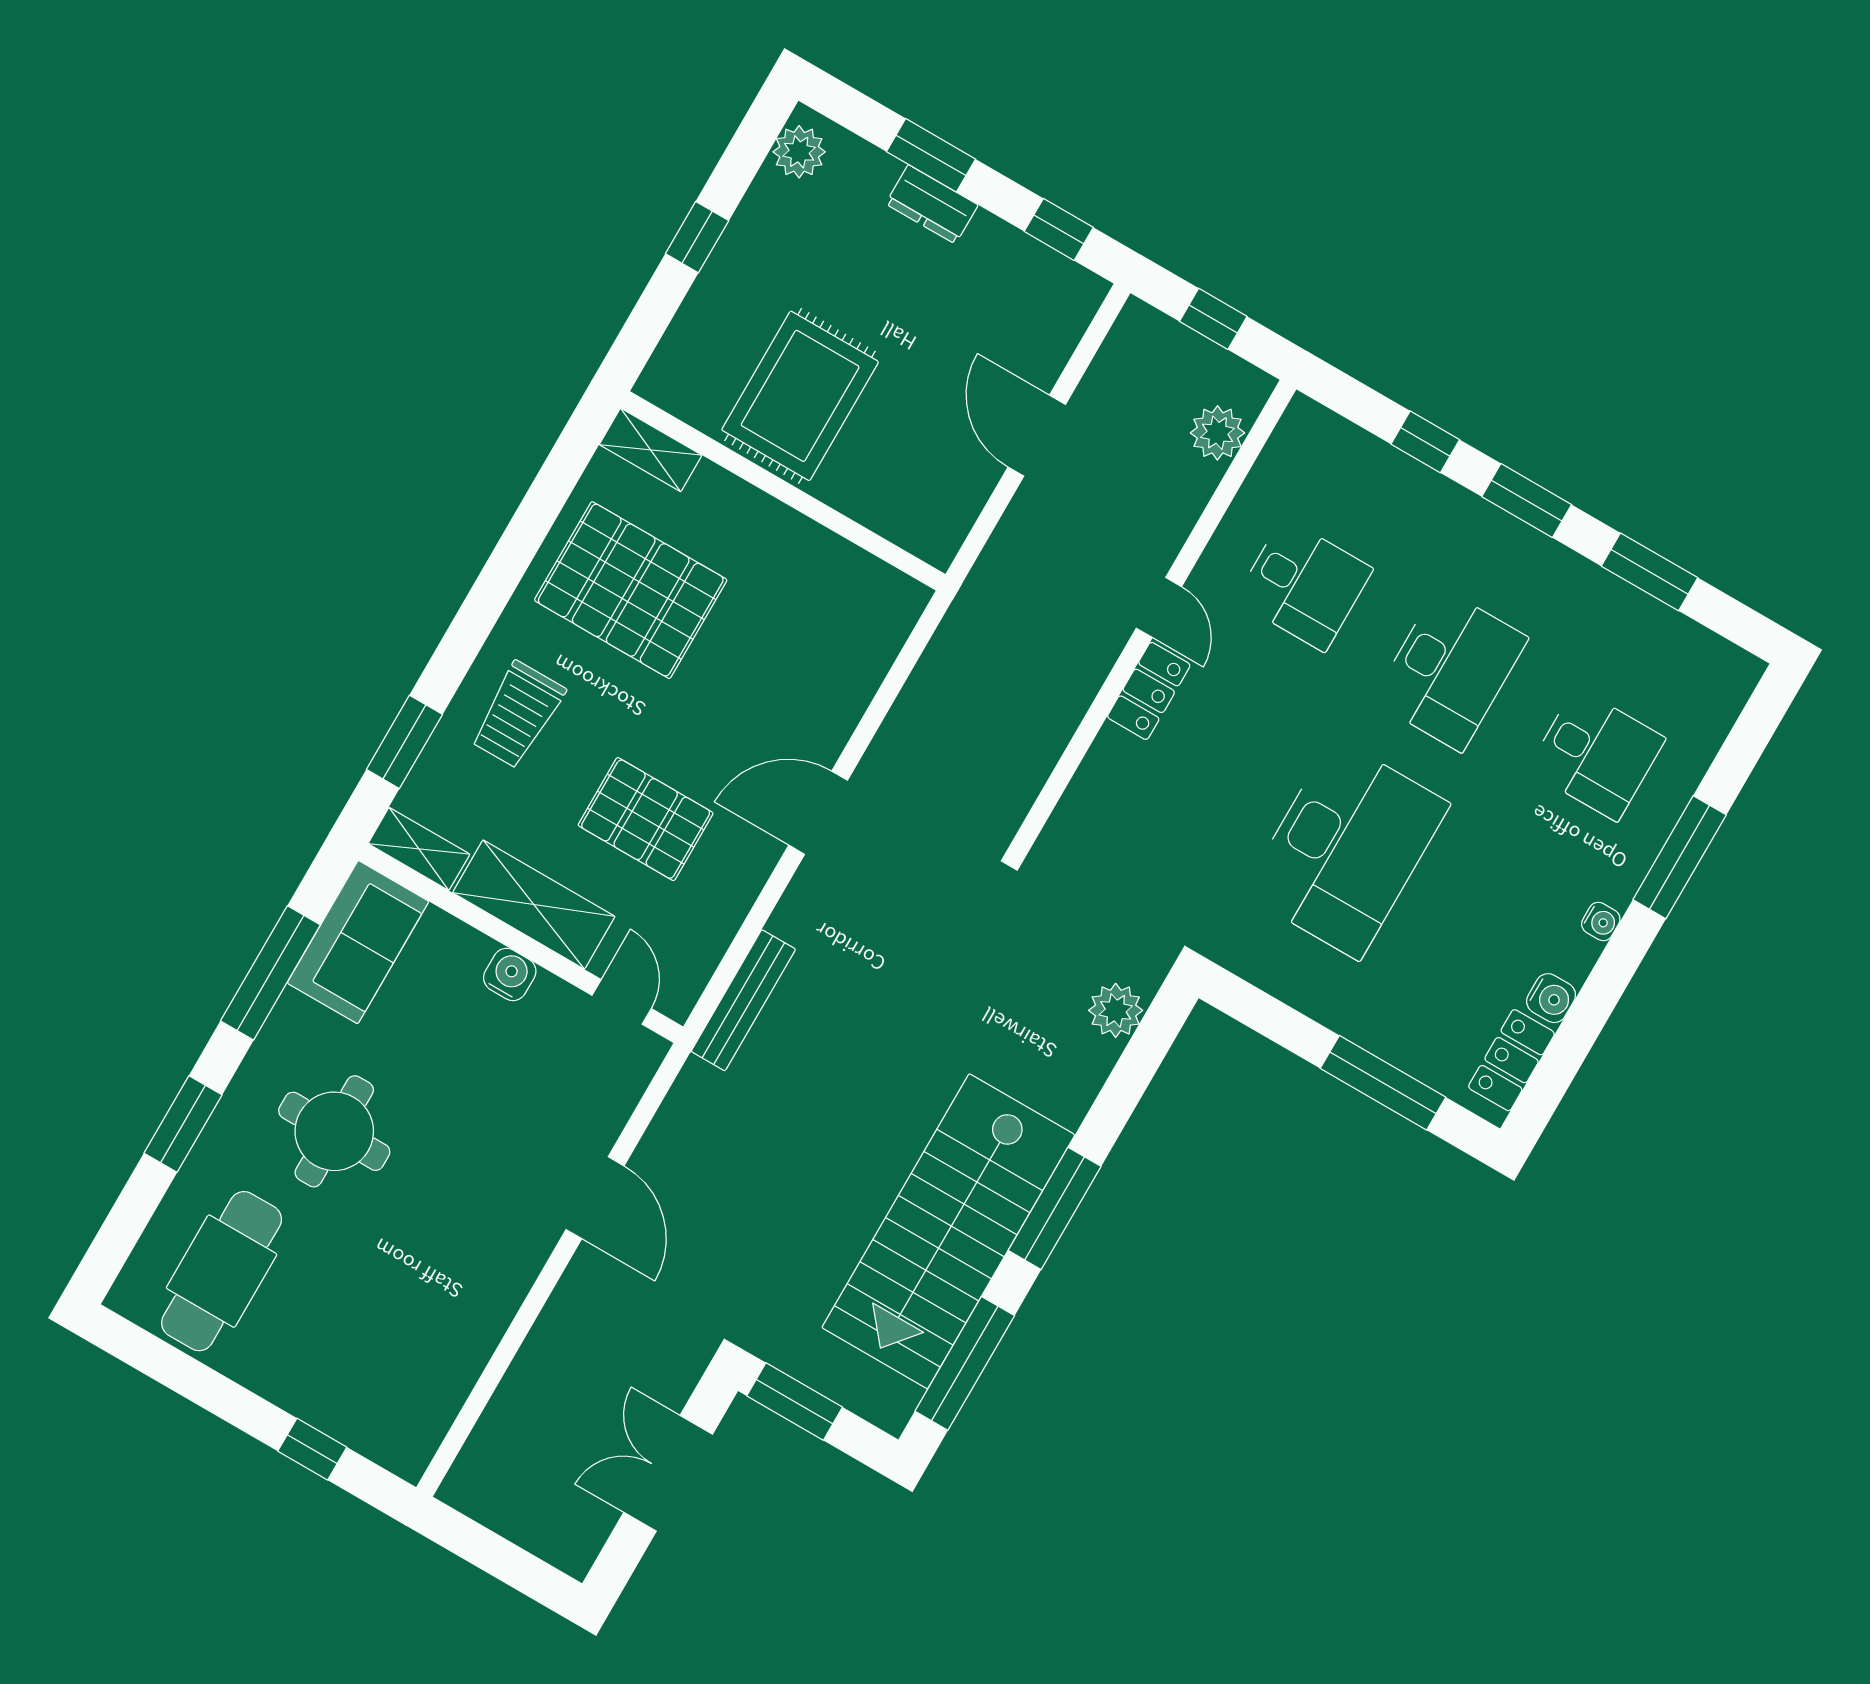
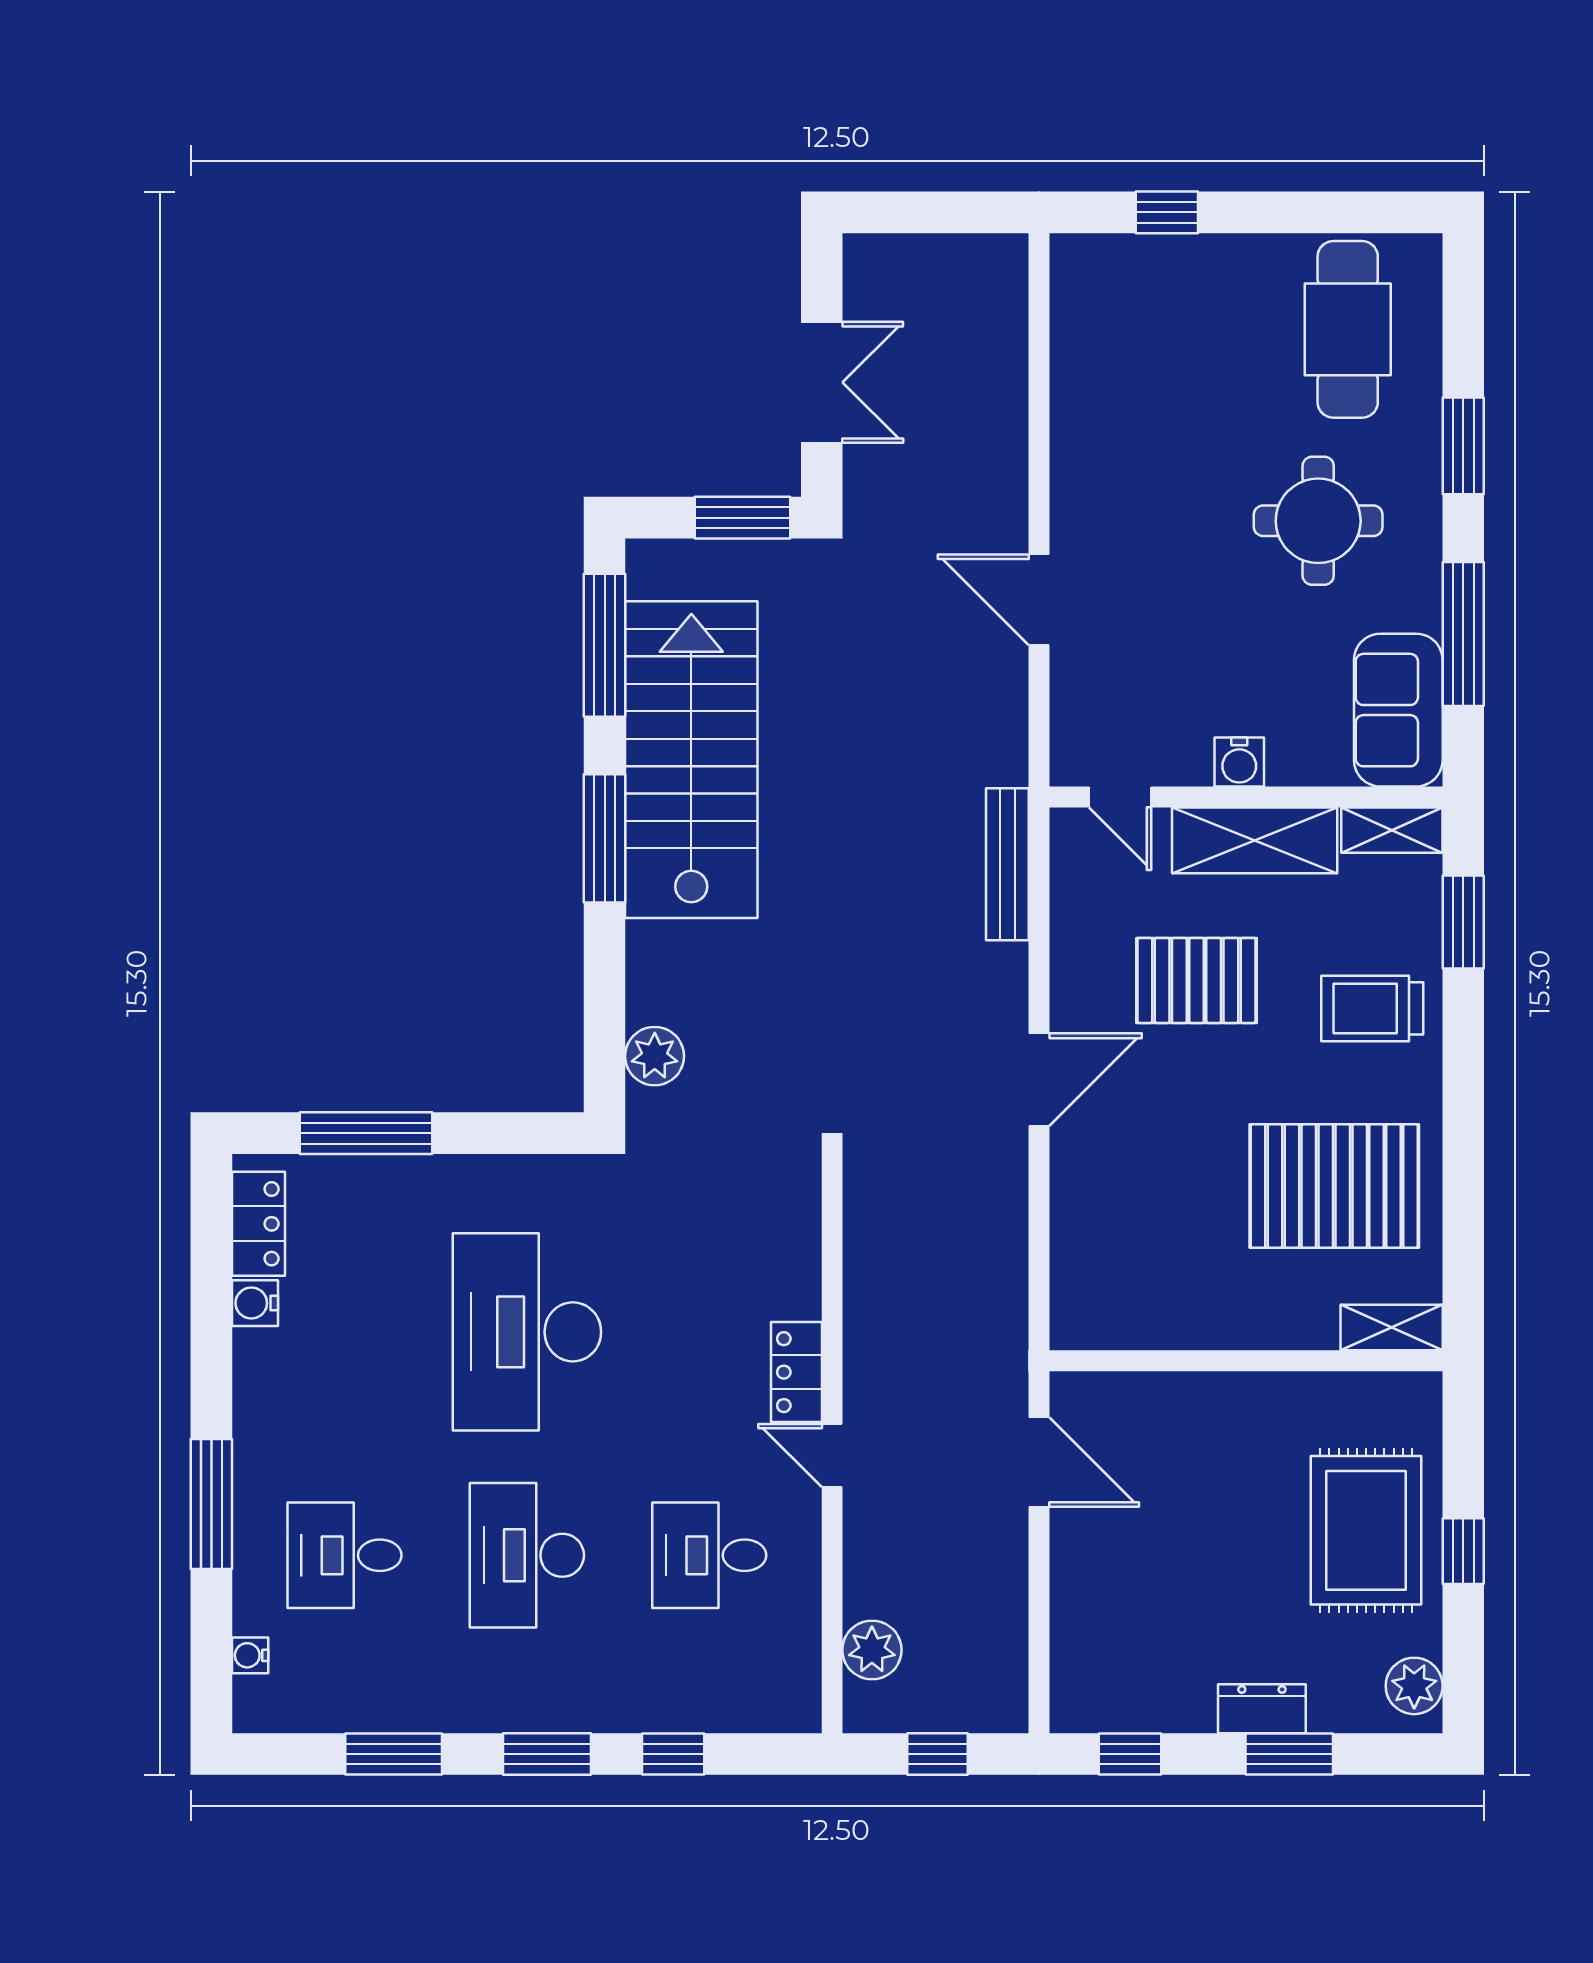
rug: (800, 396) -> (1366, 1530), moved
door: (1037, 436) -> (1039, 1462), moved
trolley: (518, 715) -> (1372, 1008), turned -90
water cooler: (1601, 921) -> (250, 1655), moved

